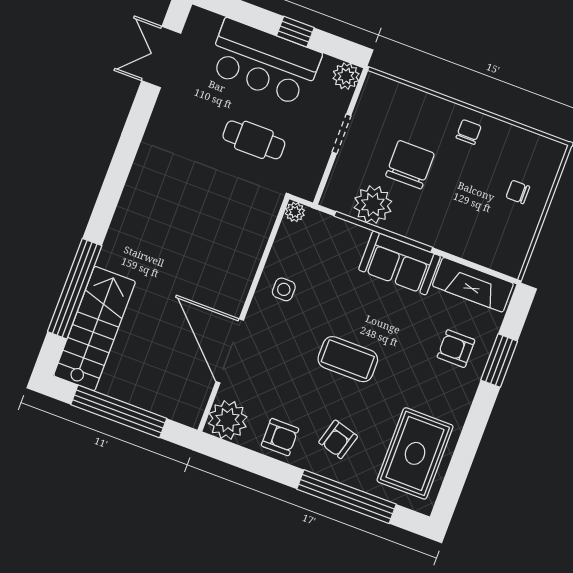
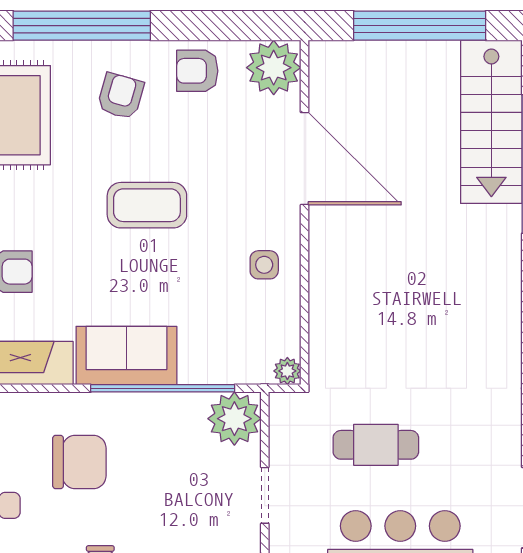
chair: (410, 165) -> (79, 462), moved, turned -90
plant: (373, 205) -> (234, 419), moved

